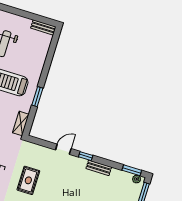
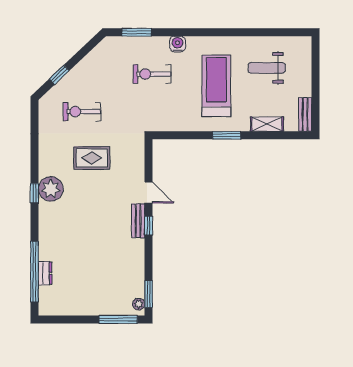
window: (37, 97) -> (227, 135), moved
shelving: (21, 123) -> (267, 124), moved
bench: (99, 168) -> (138, 221), moved

